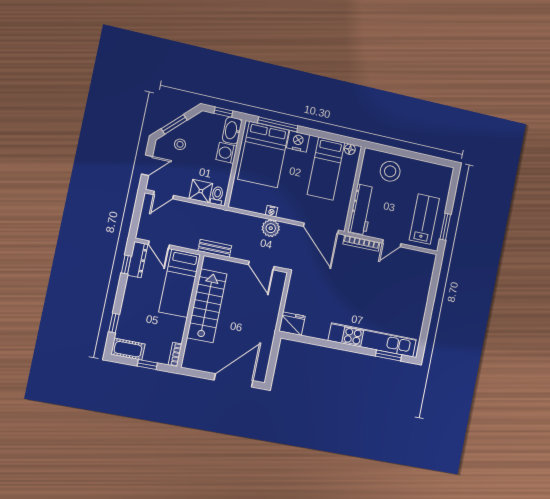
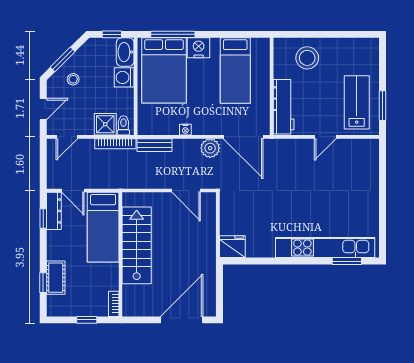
floor lamp: (350, 149) -> (257, 44), removed
plant: (271, 228) -> (210, 148), moved
bookcase: (361, 243) -> (115, 144), moved
bench: (215, 248) -> (154, 145), moved
cot: (128, 349) -> (56, 278), moved, turned 90

